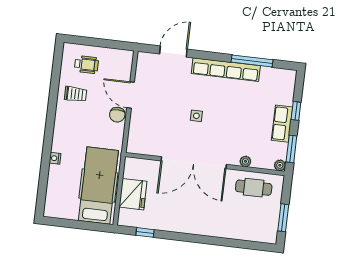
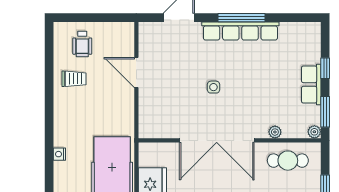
window: (252, 61) -> (242, 18), moved
wheelchair: (86, 65) -> (82, 44), turned 90
chair: (117, 115) -> (124, 97), removed

